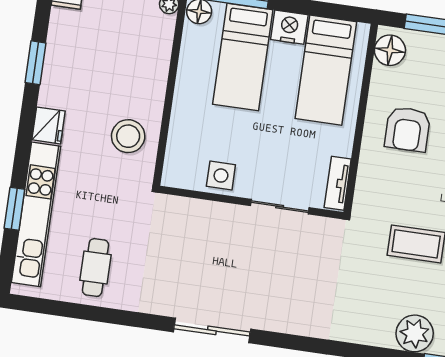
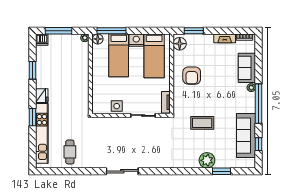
stool: (128, 136) -> (76, 95), removed
window: (14, 209) -> (33, 117), moved

